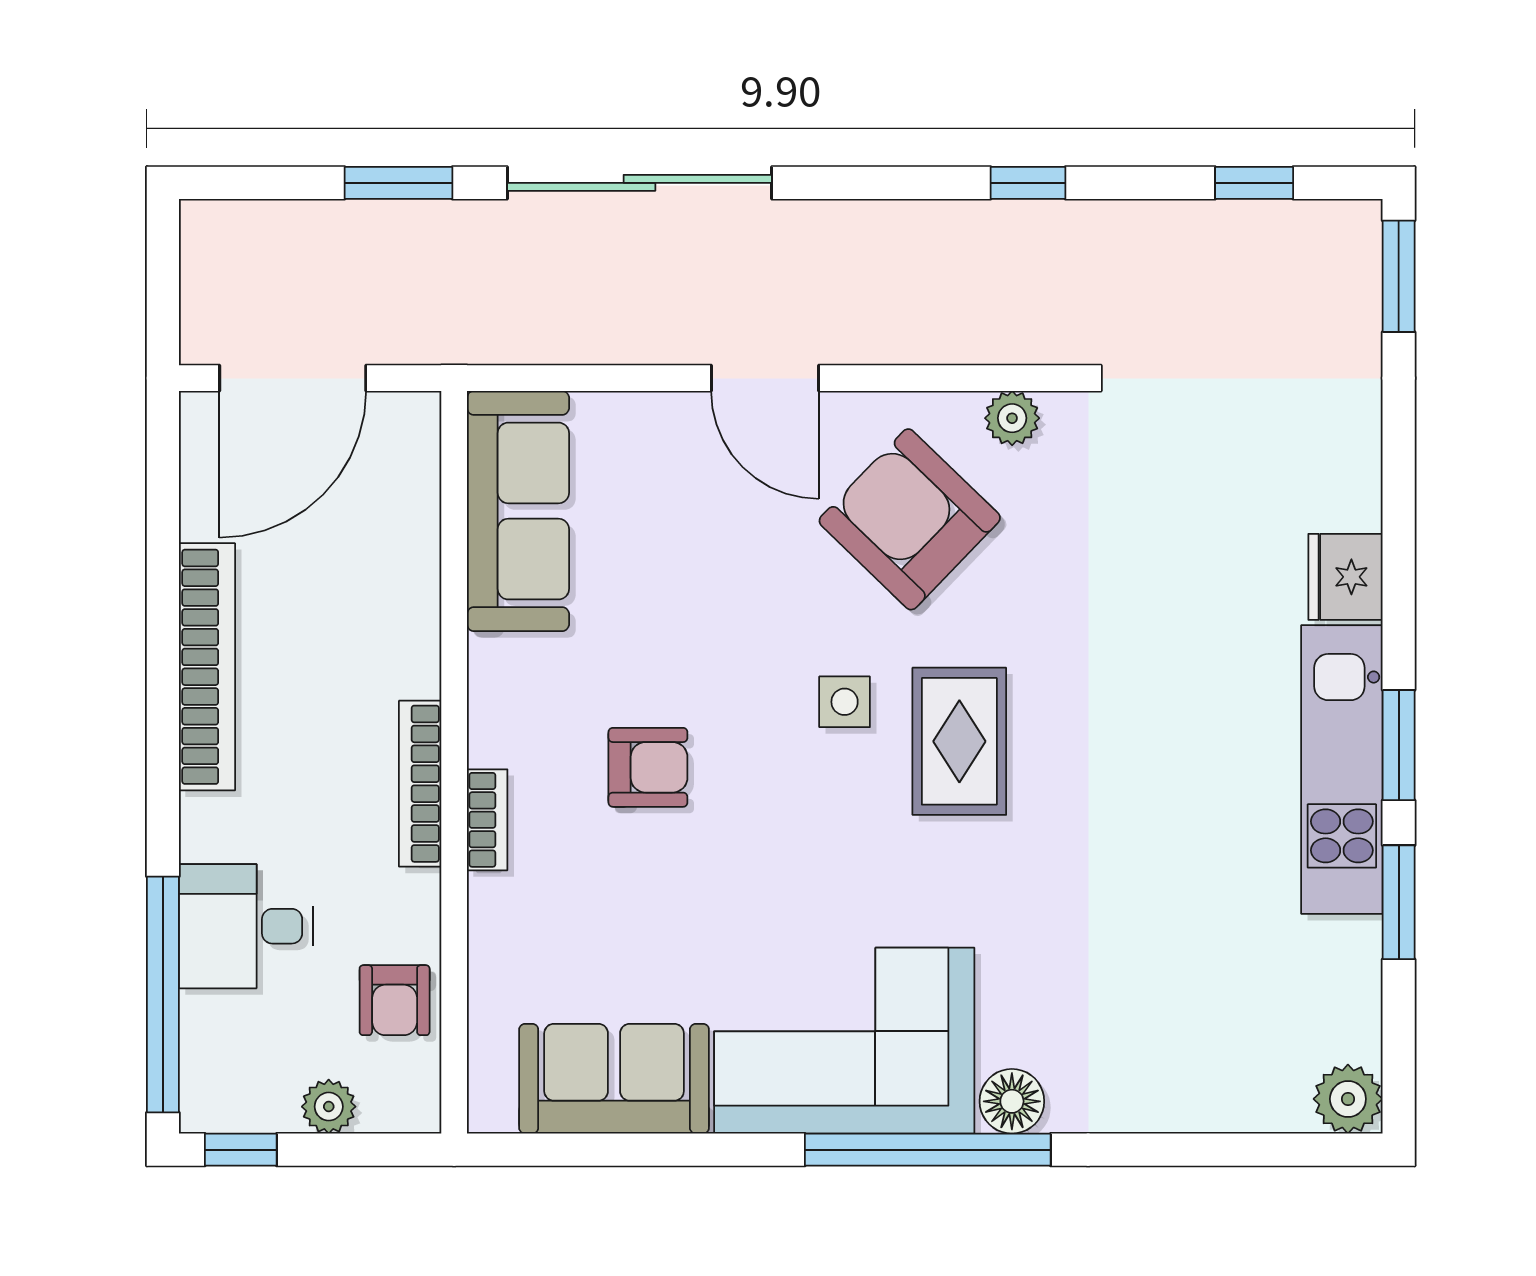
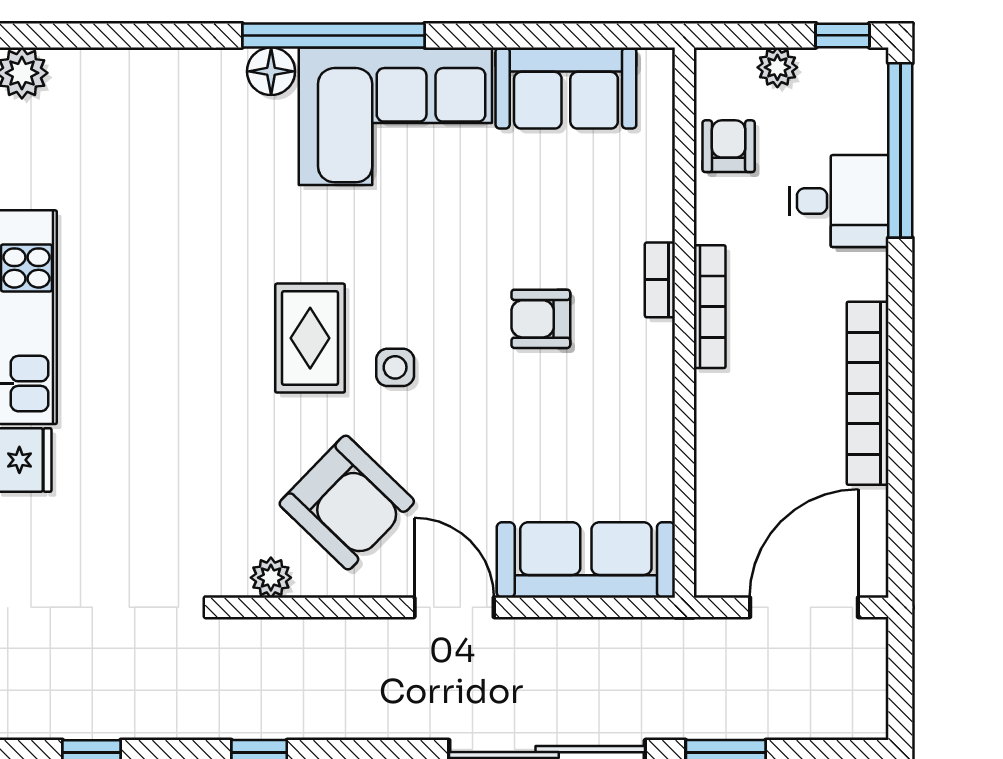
sofa: (518, 511) -> (586, 560), moved, turned 90

